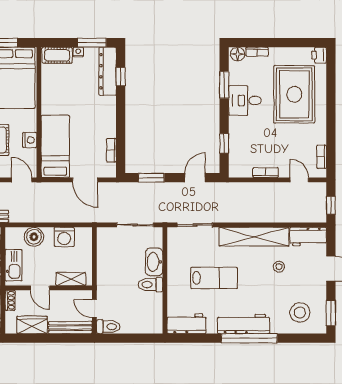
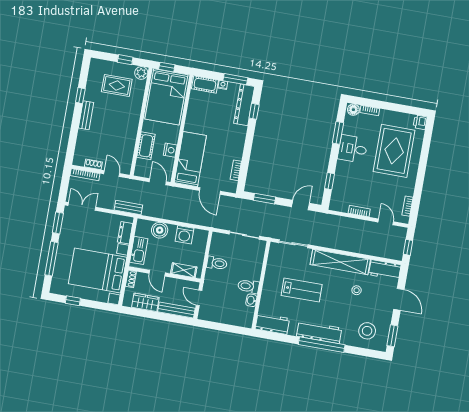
washbasin: (154, 262) -> (251, 300), moved, width x0.52, depth x0.69
toilet: (108, 327) -> (217, 263), moved

